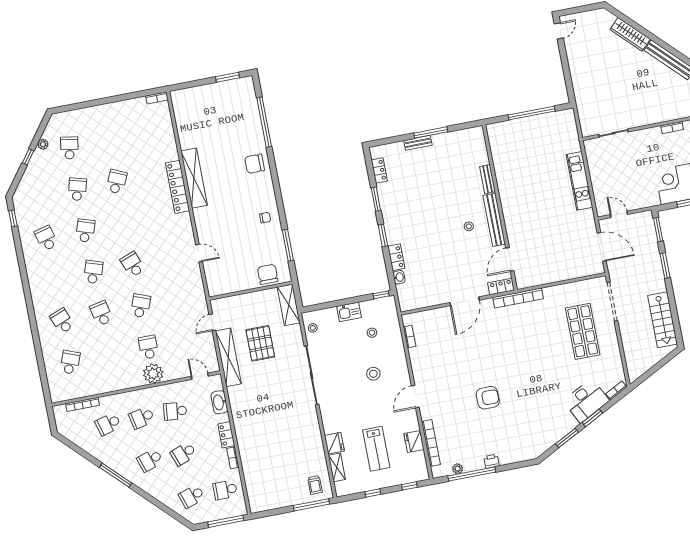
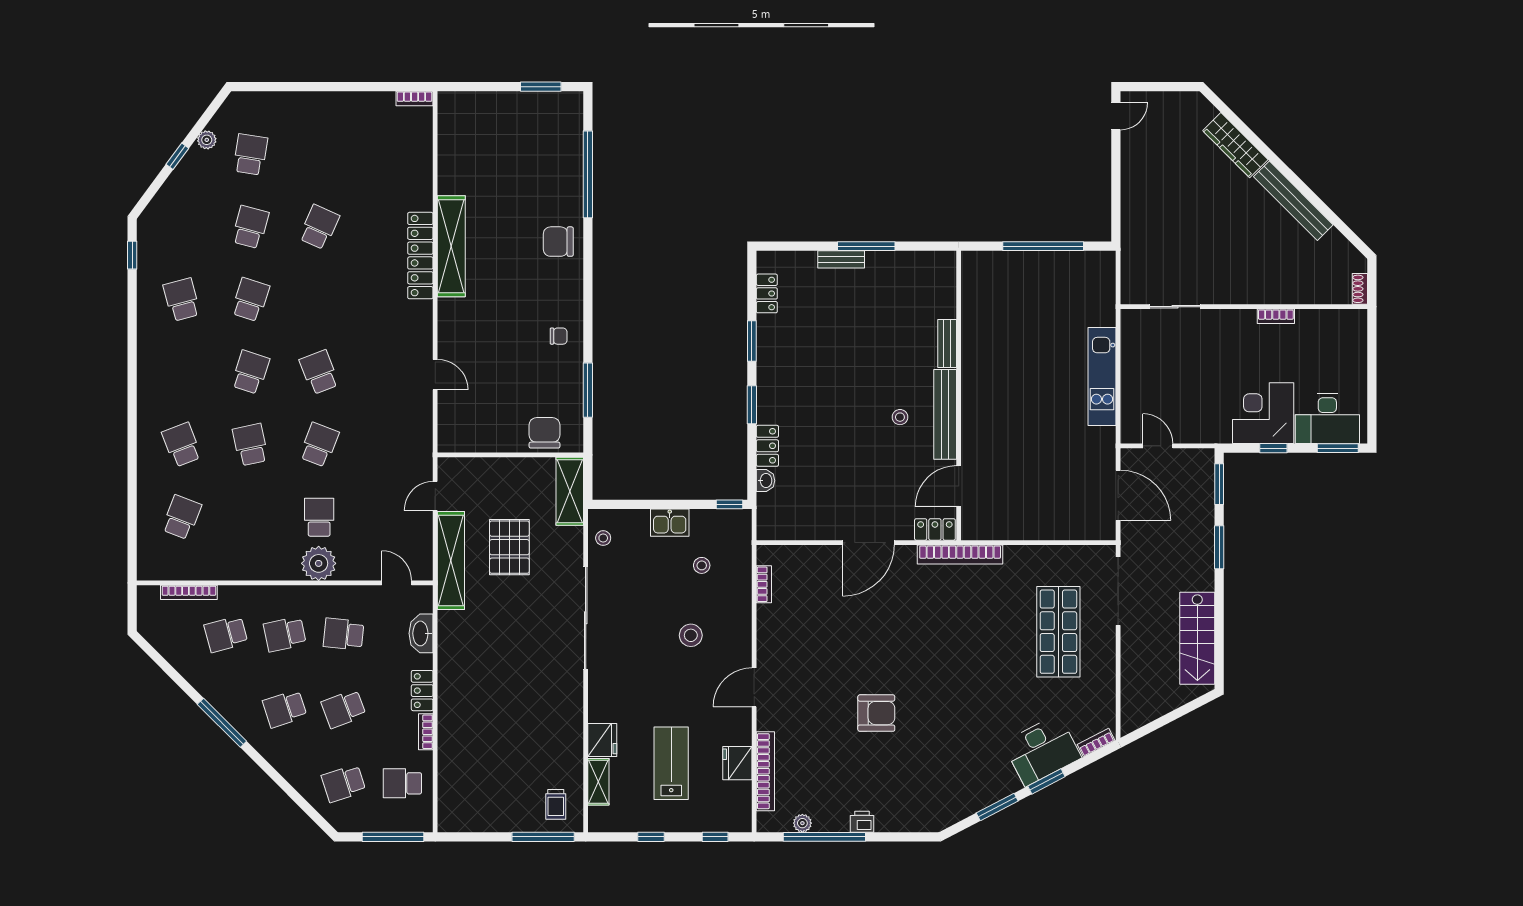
lab bench: (376, 449) -> (671, 763), turned 180

